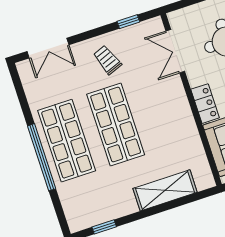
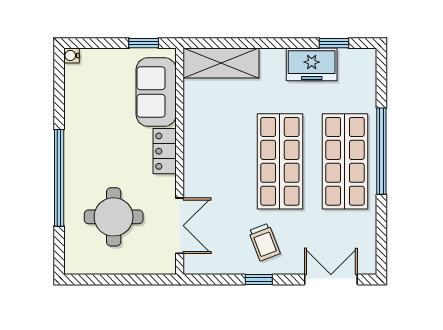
window: (128, 22) -> (259, 280), moved
shelving: (165, 190) -> (221, 63), moved
freezer: (116, 205) -> (312, 64), added

